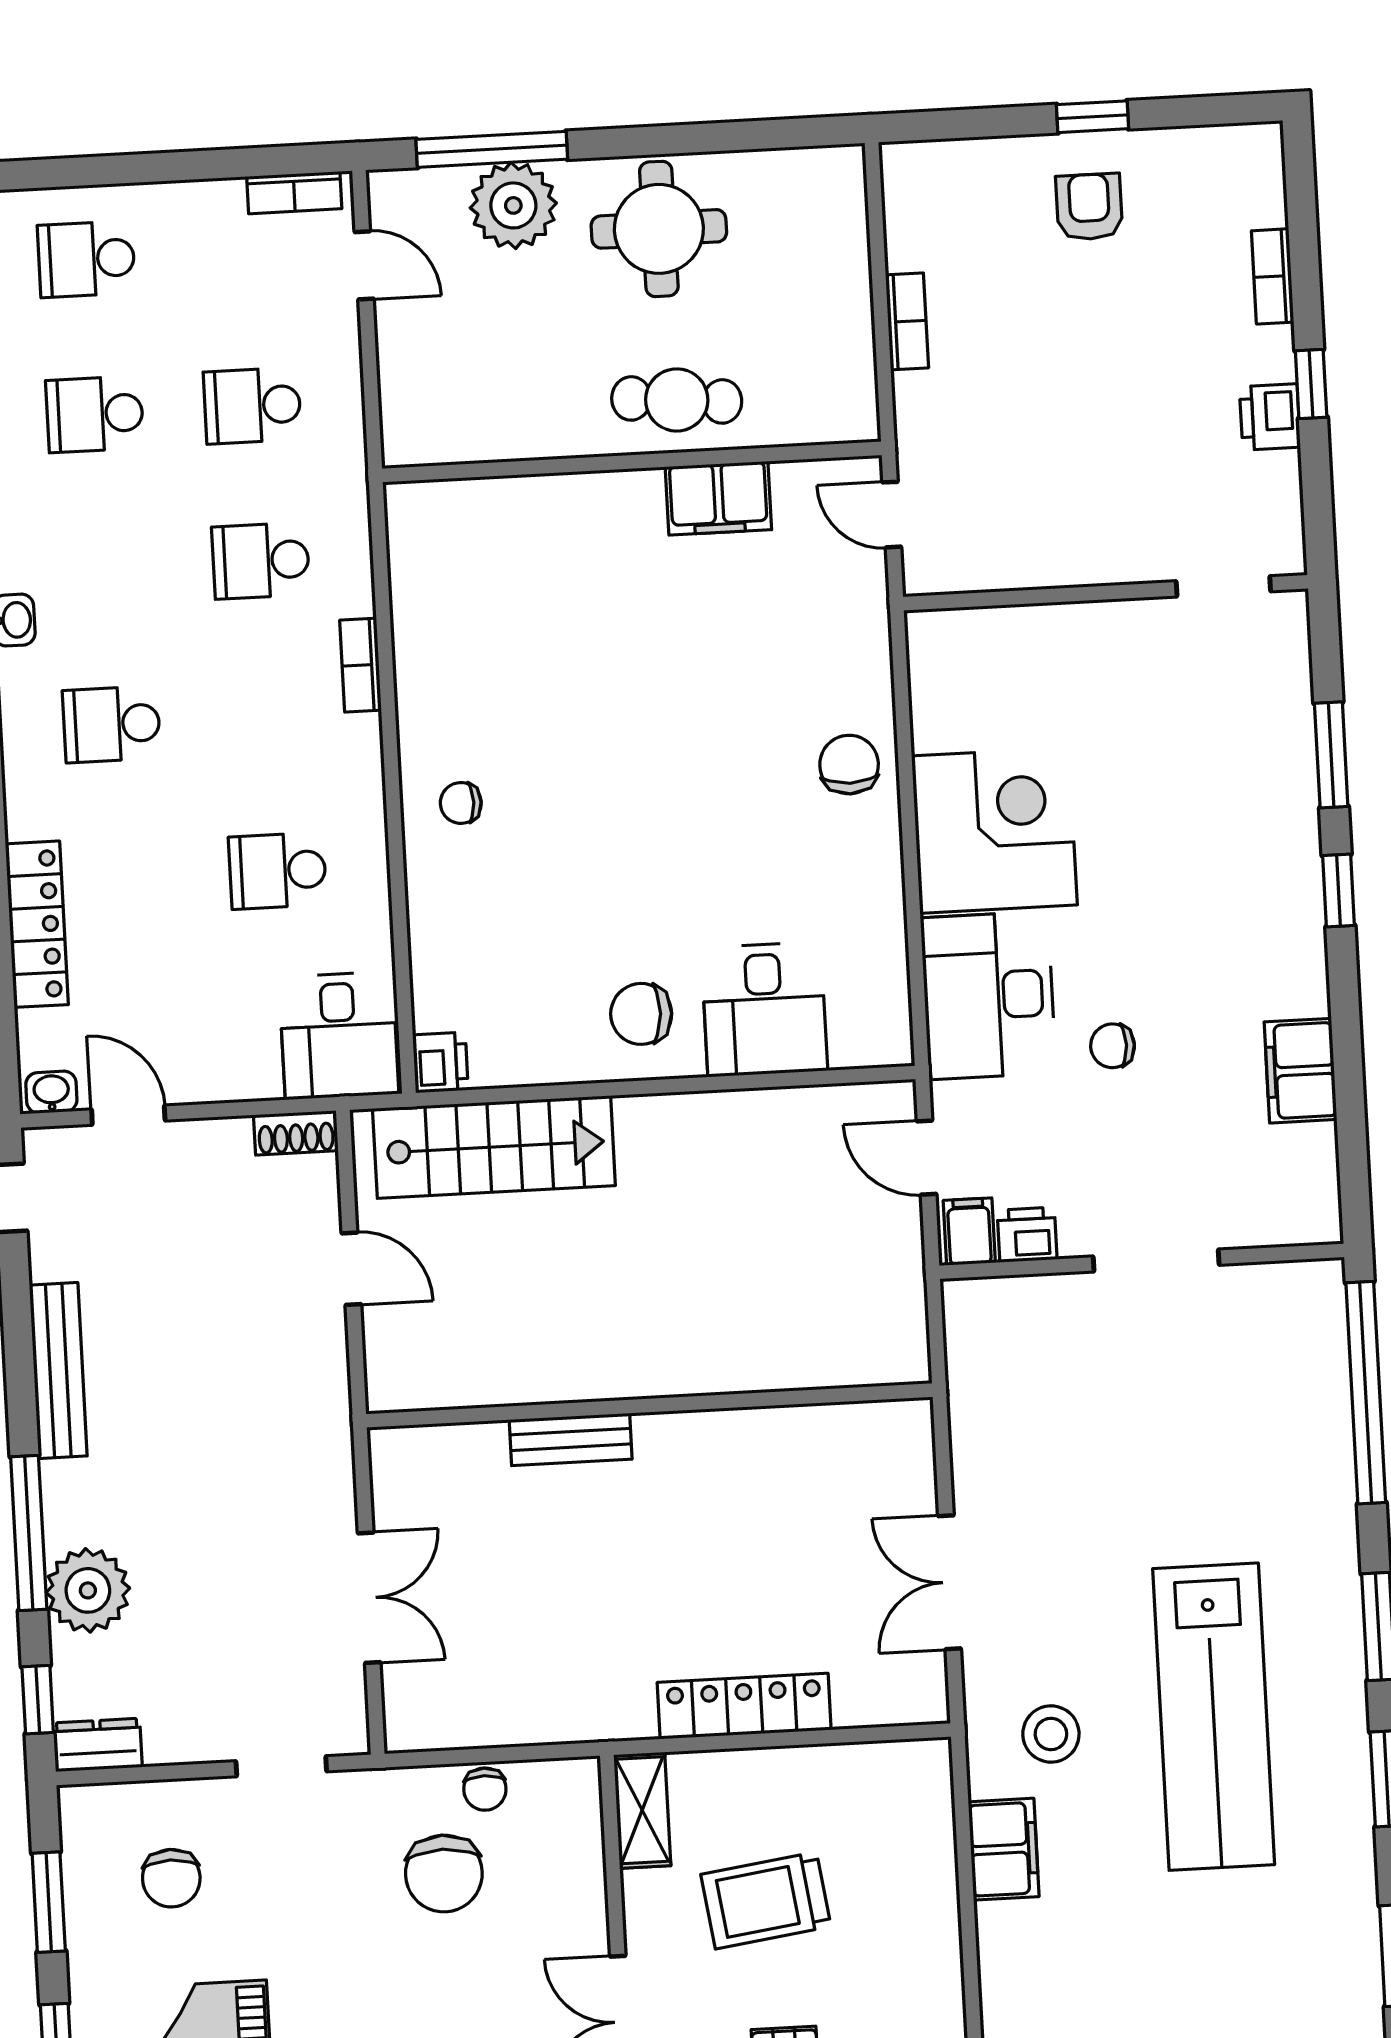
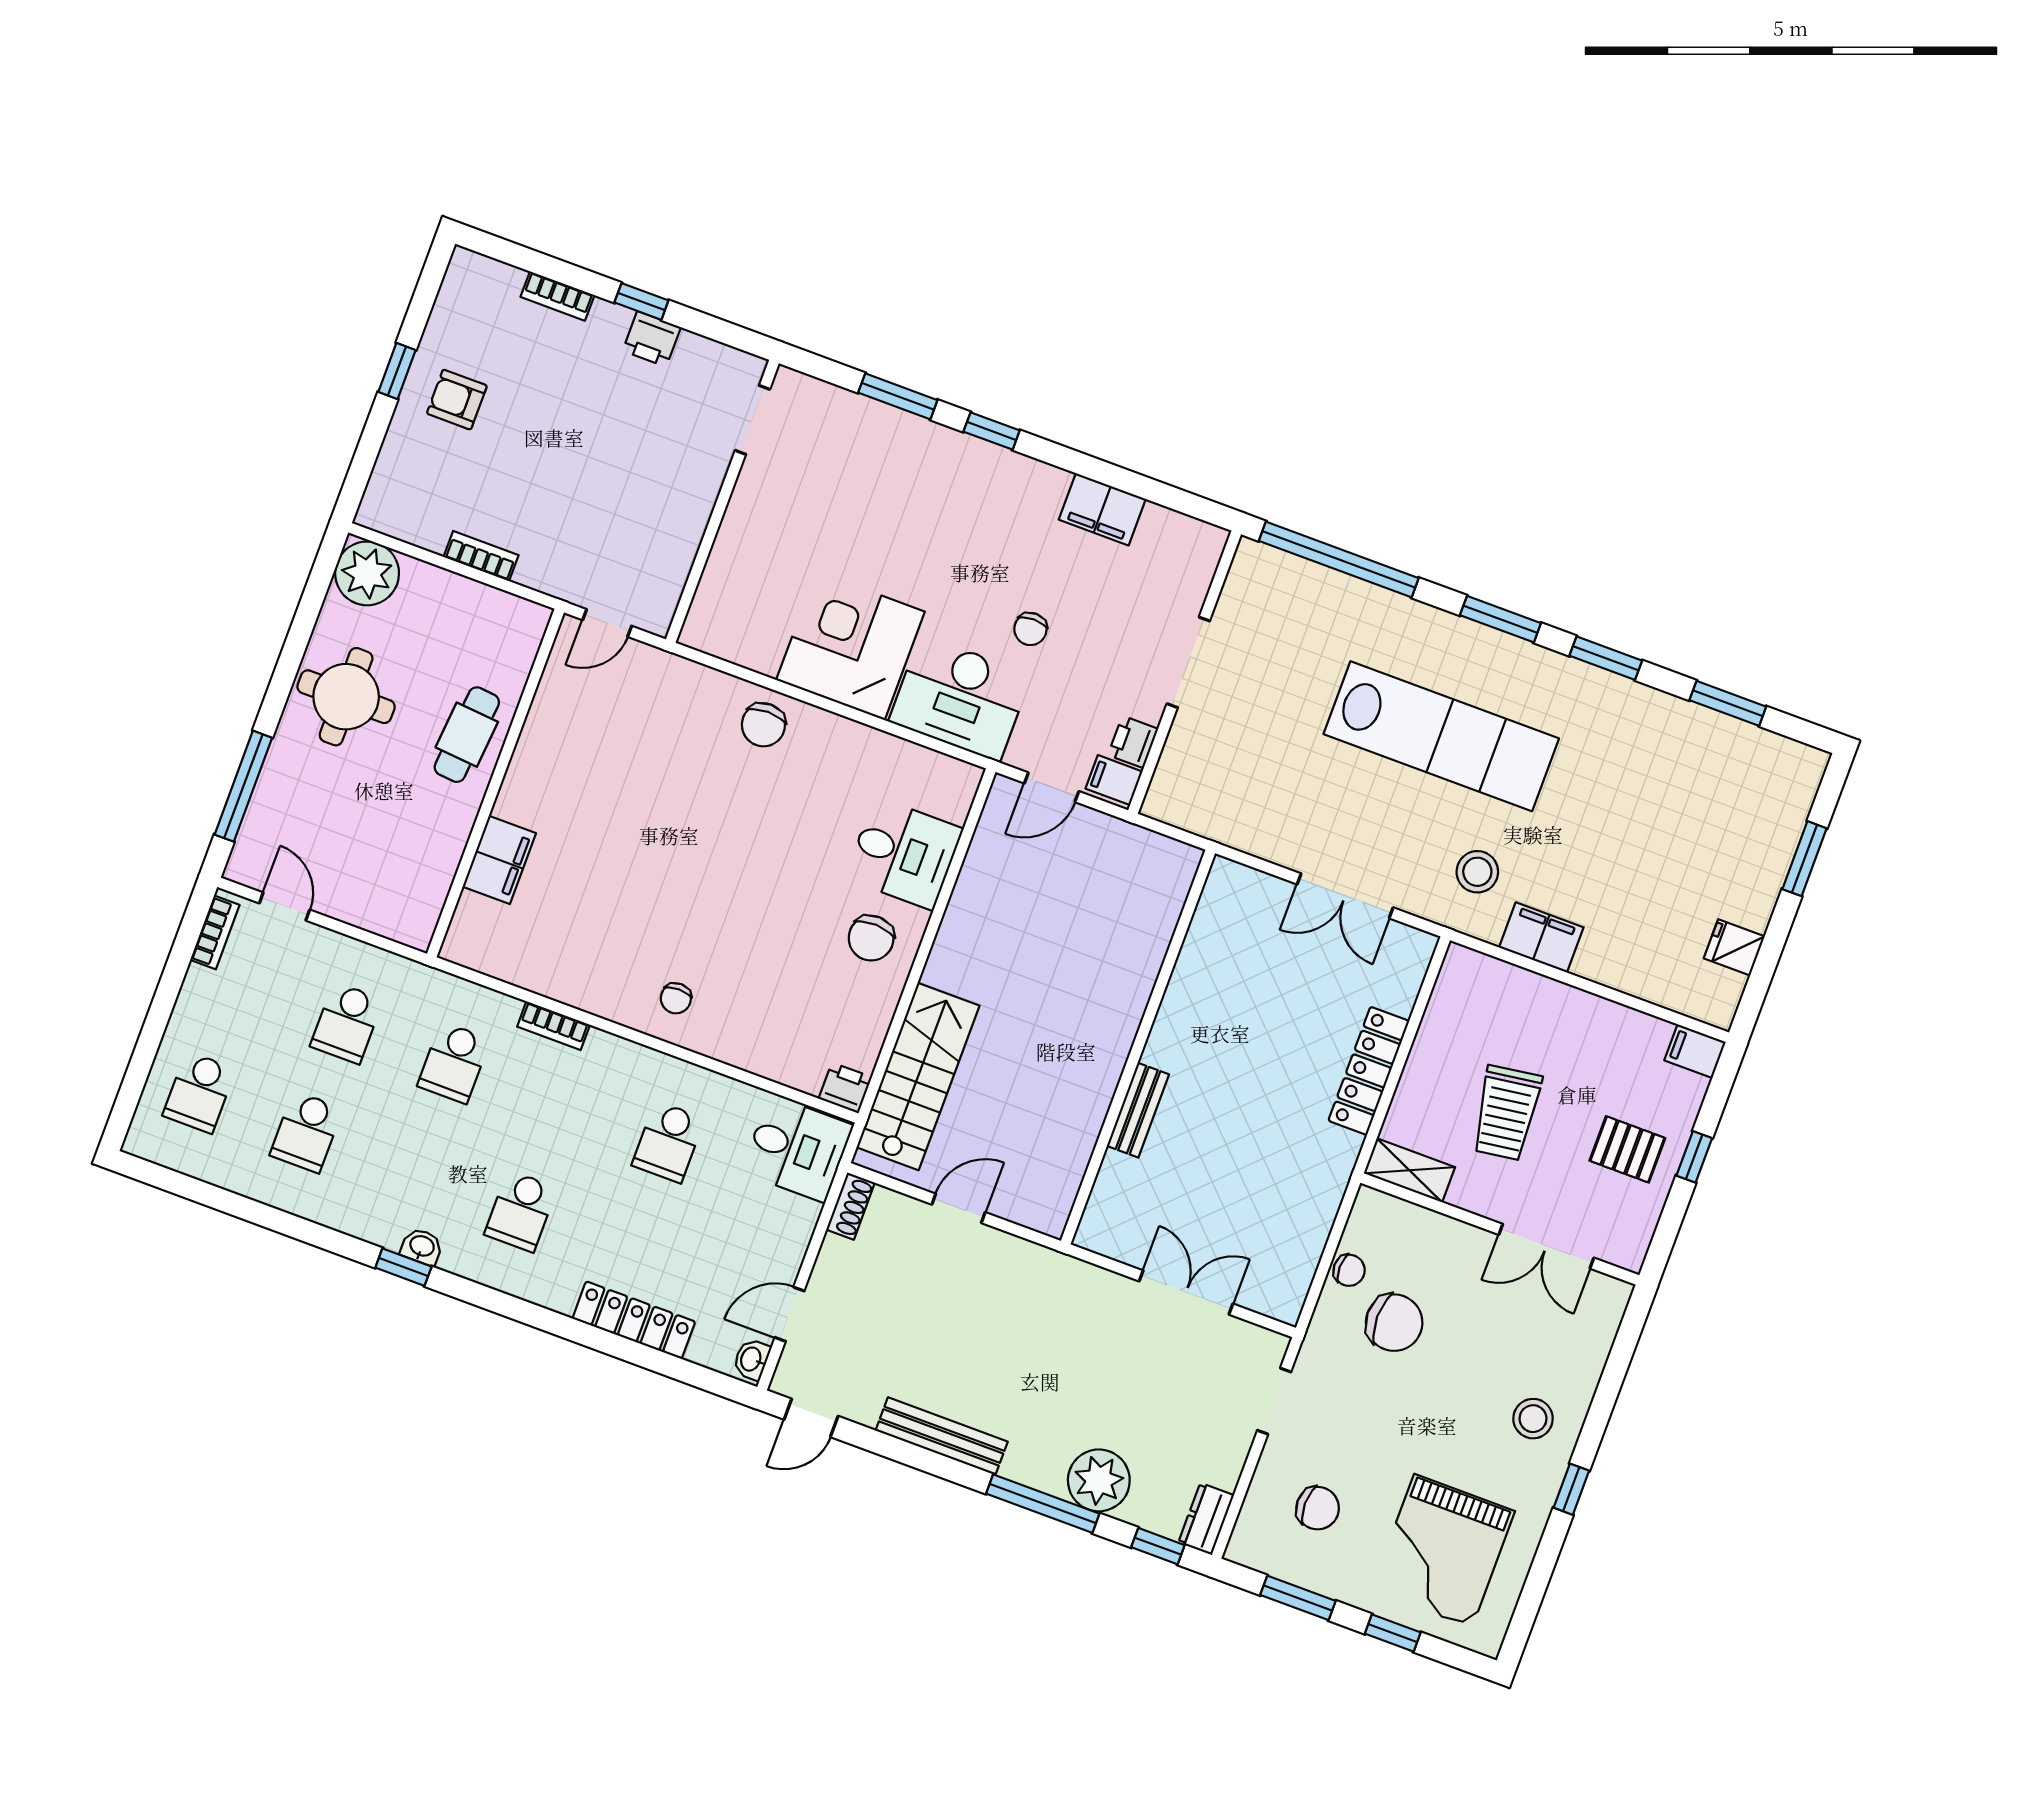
plant: (513, 205) -> (367, 573), moved
door: (364, 265) -> (285, 906), hinge flipped
filing cabinet: (718, 498) -> (499, 860), moved
chair: (849, 765) -> (763, 725), turned -90
lab bench: (1214, 1717) -> (1441, 736), moved

